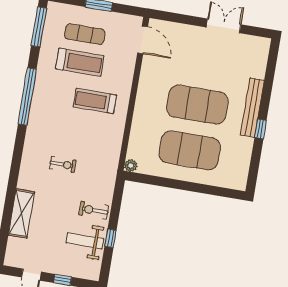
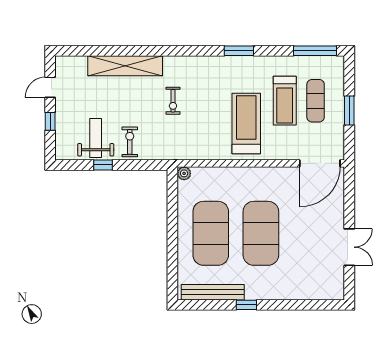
door: (143, 40) -> (320, 163), width x1.36
window: (27, 96) -> (239, 51), width x0.47
treadmill: (95, 101) -> (246, 123), width x1.37, depth x1.38
bench: (252, 108) -> (213, 292), moved
shelving: (21, 213) -> (125, 66), width x1.47

